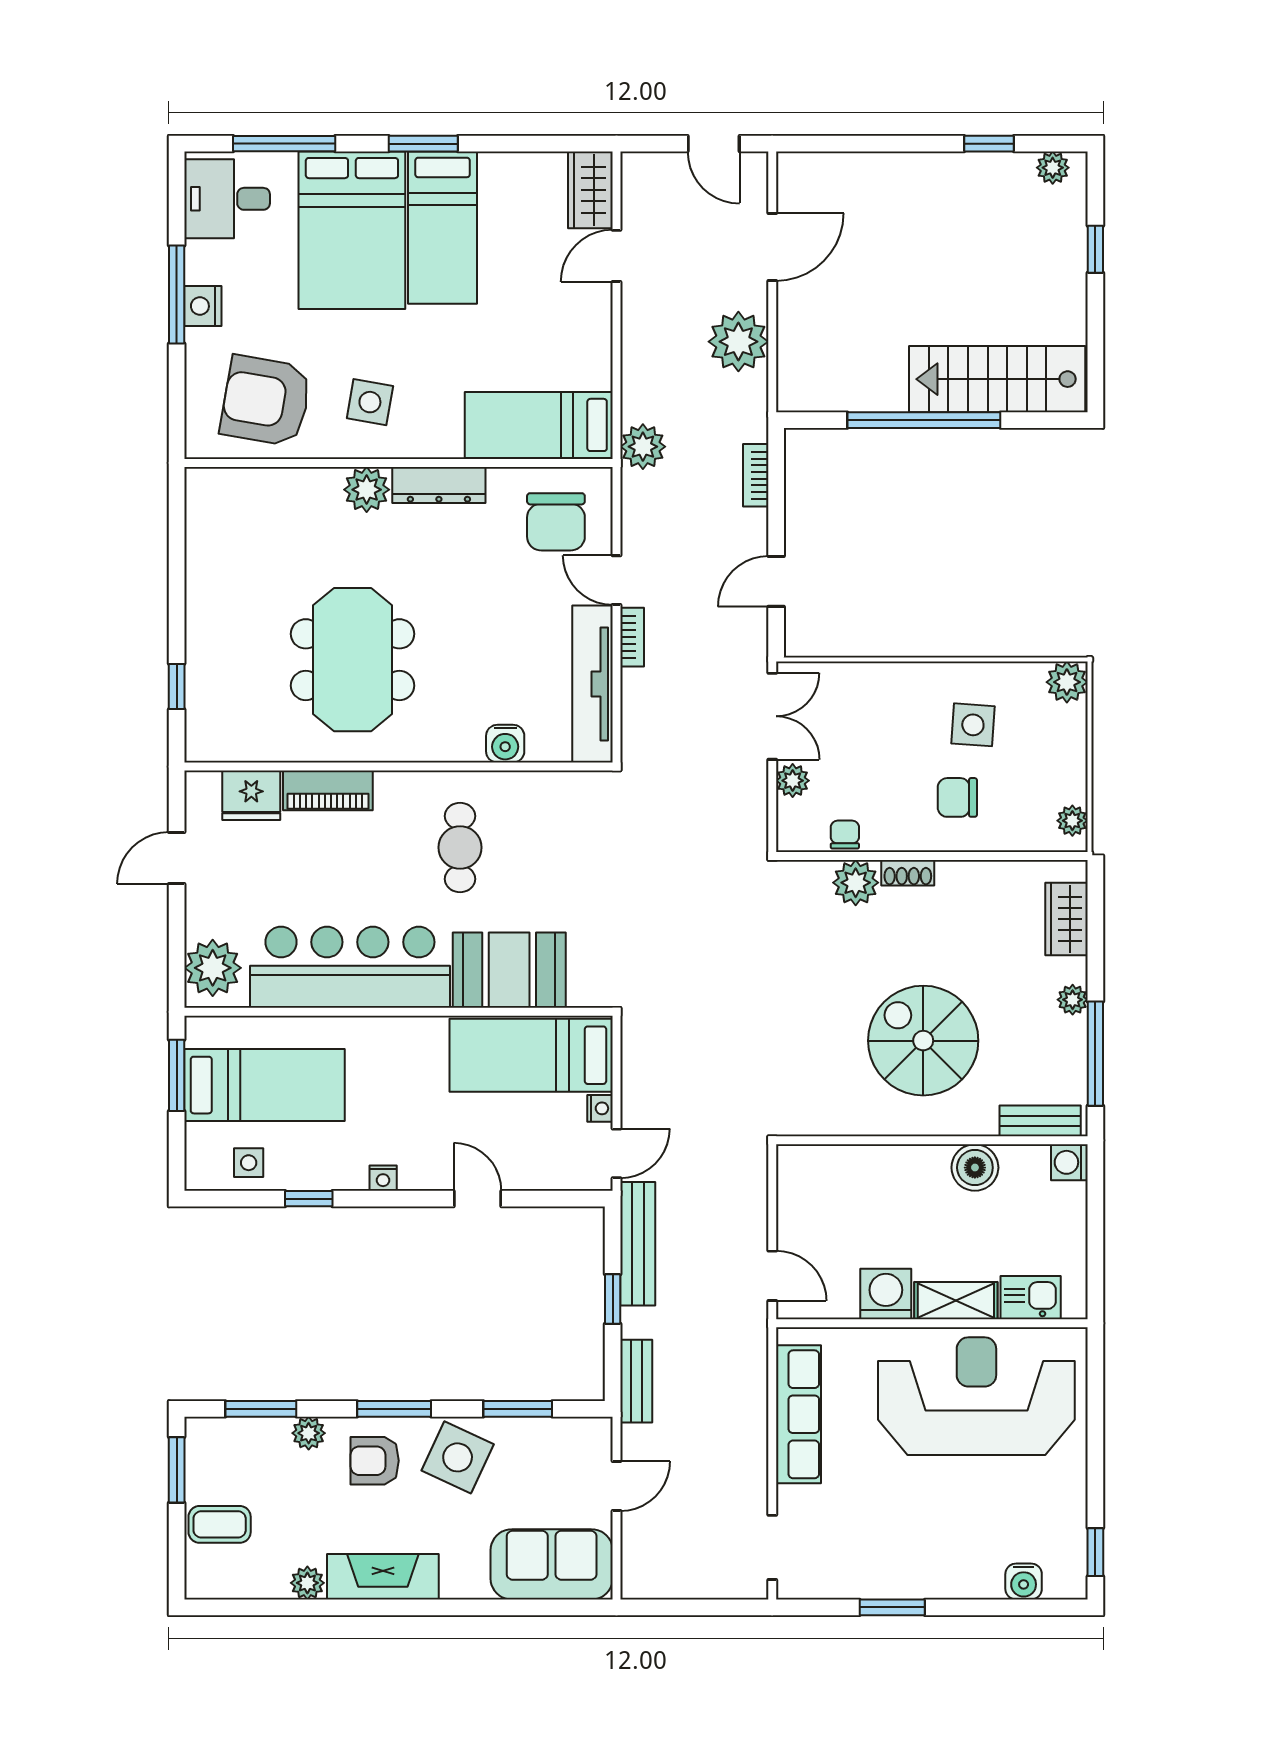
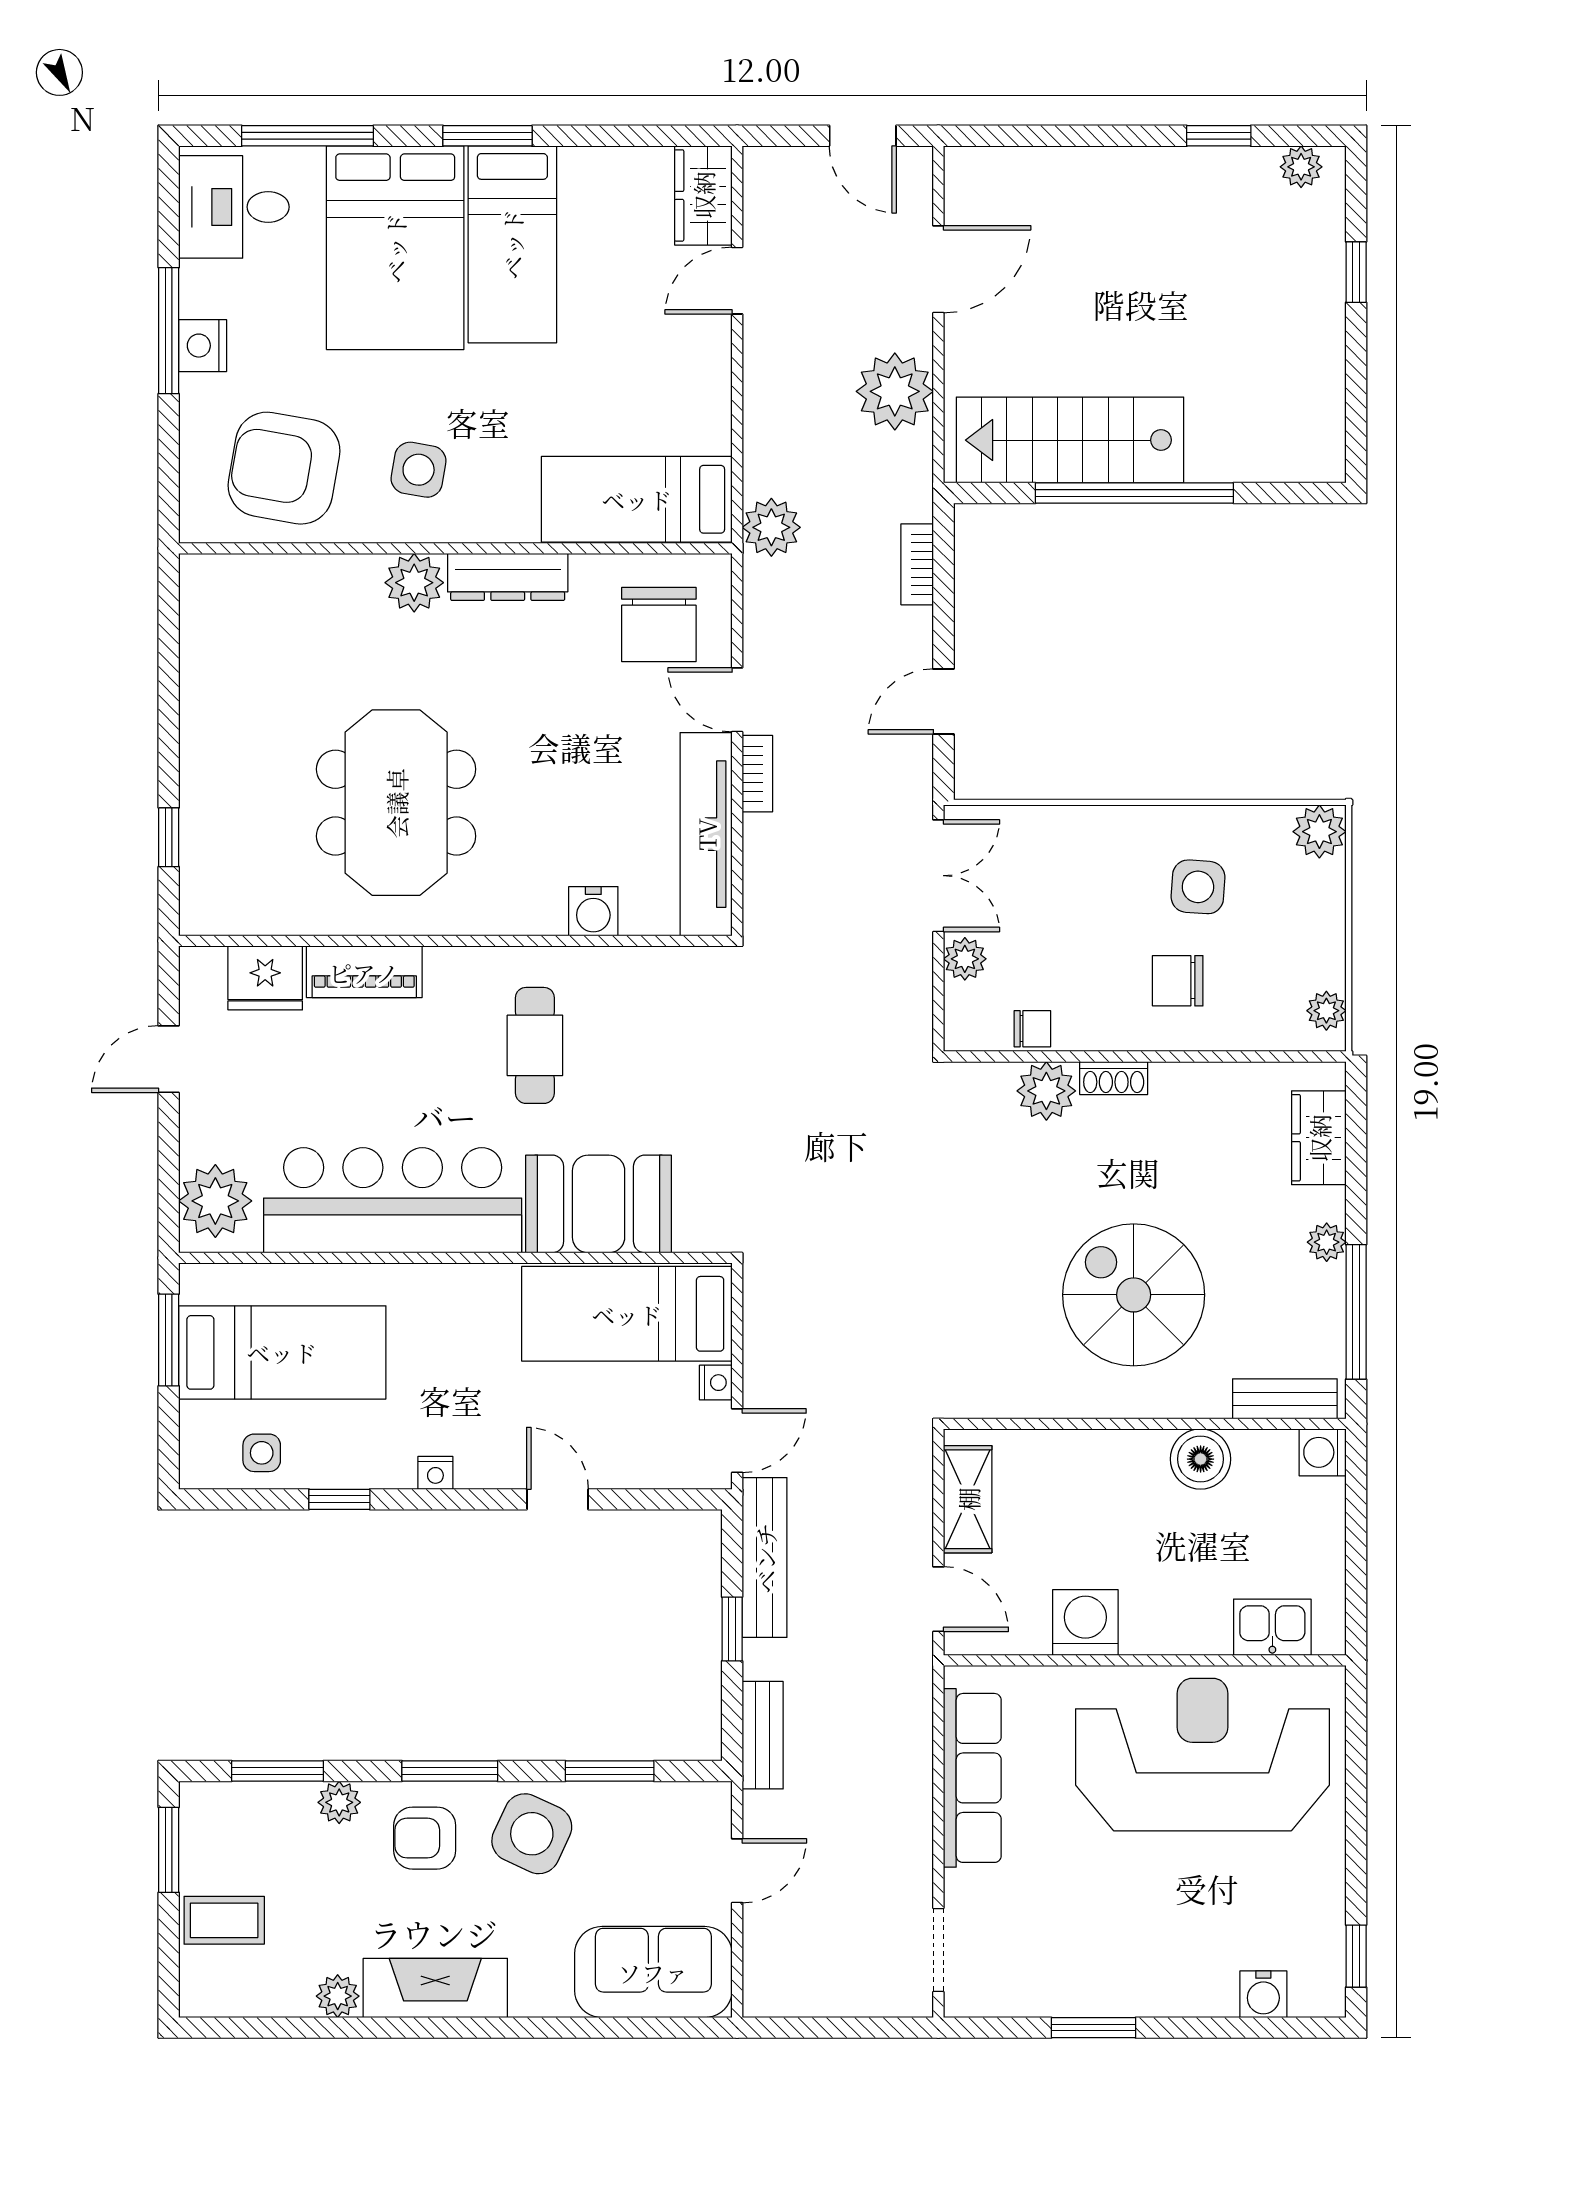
stairs: (997, 379) -> (1070, 440), moved
chair: (845, 835) -> (1032, 1029), turned 90
shelving: (956, 1301) -> (968, 1499), moved, turned 90

